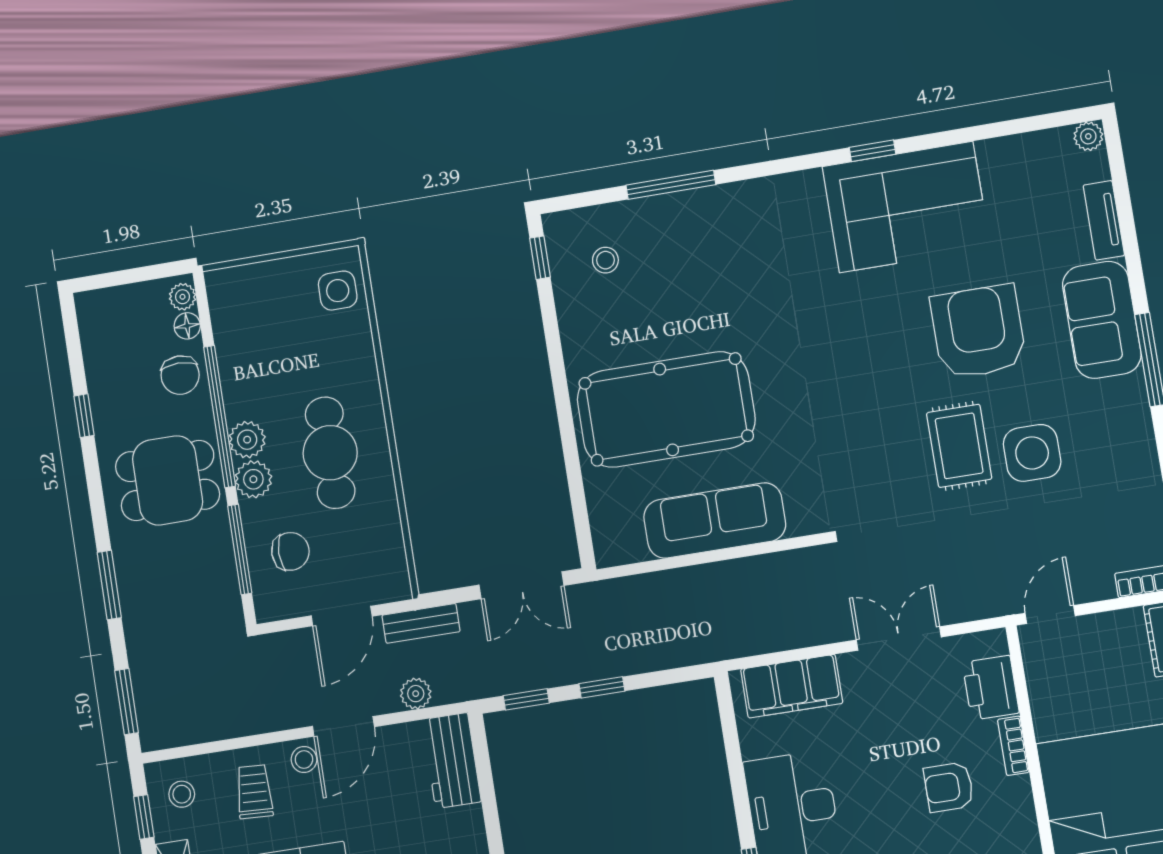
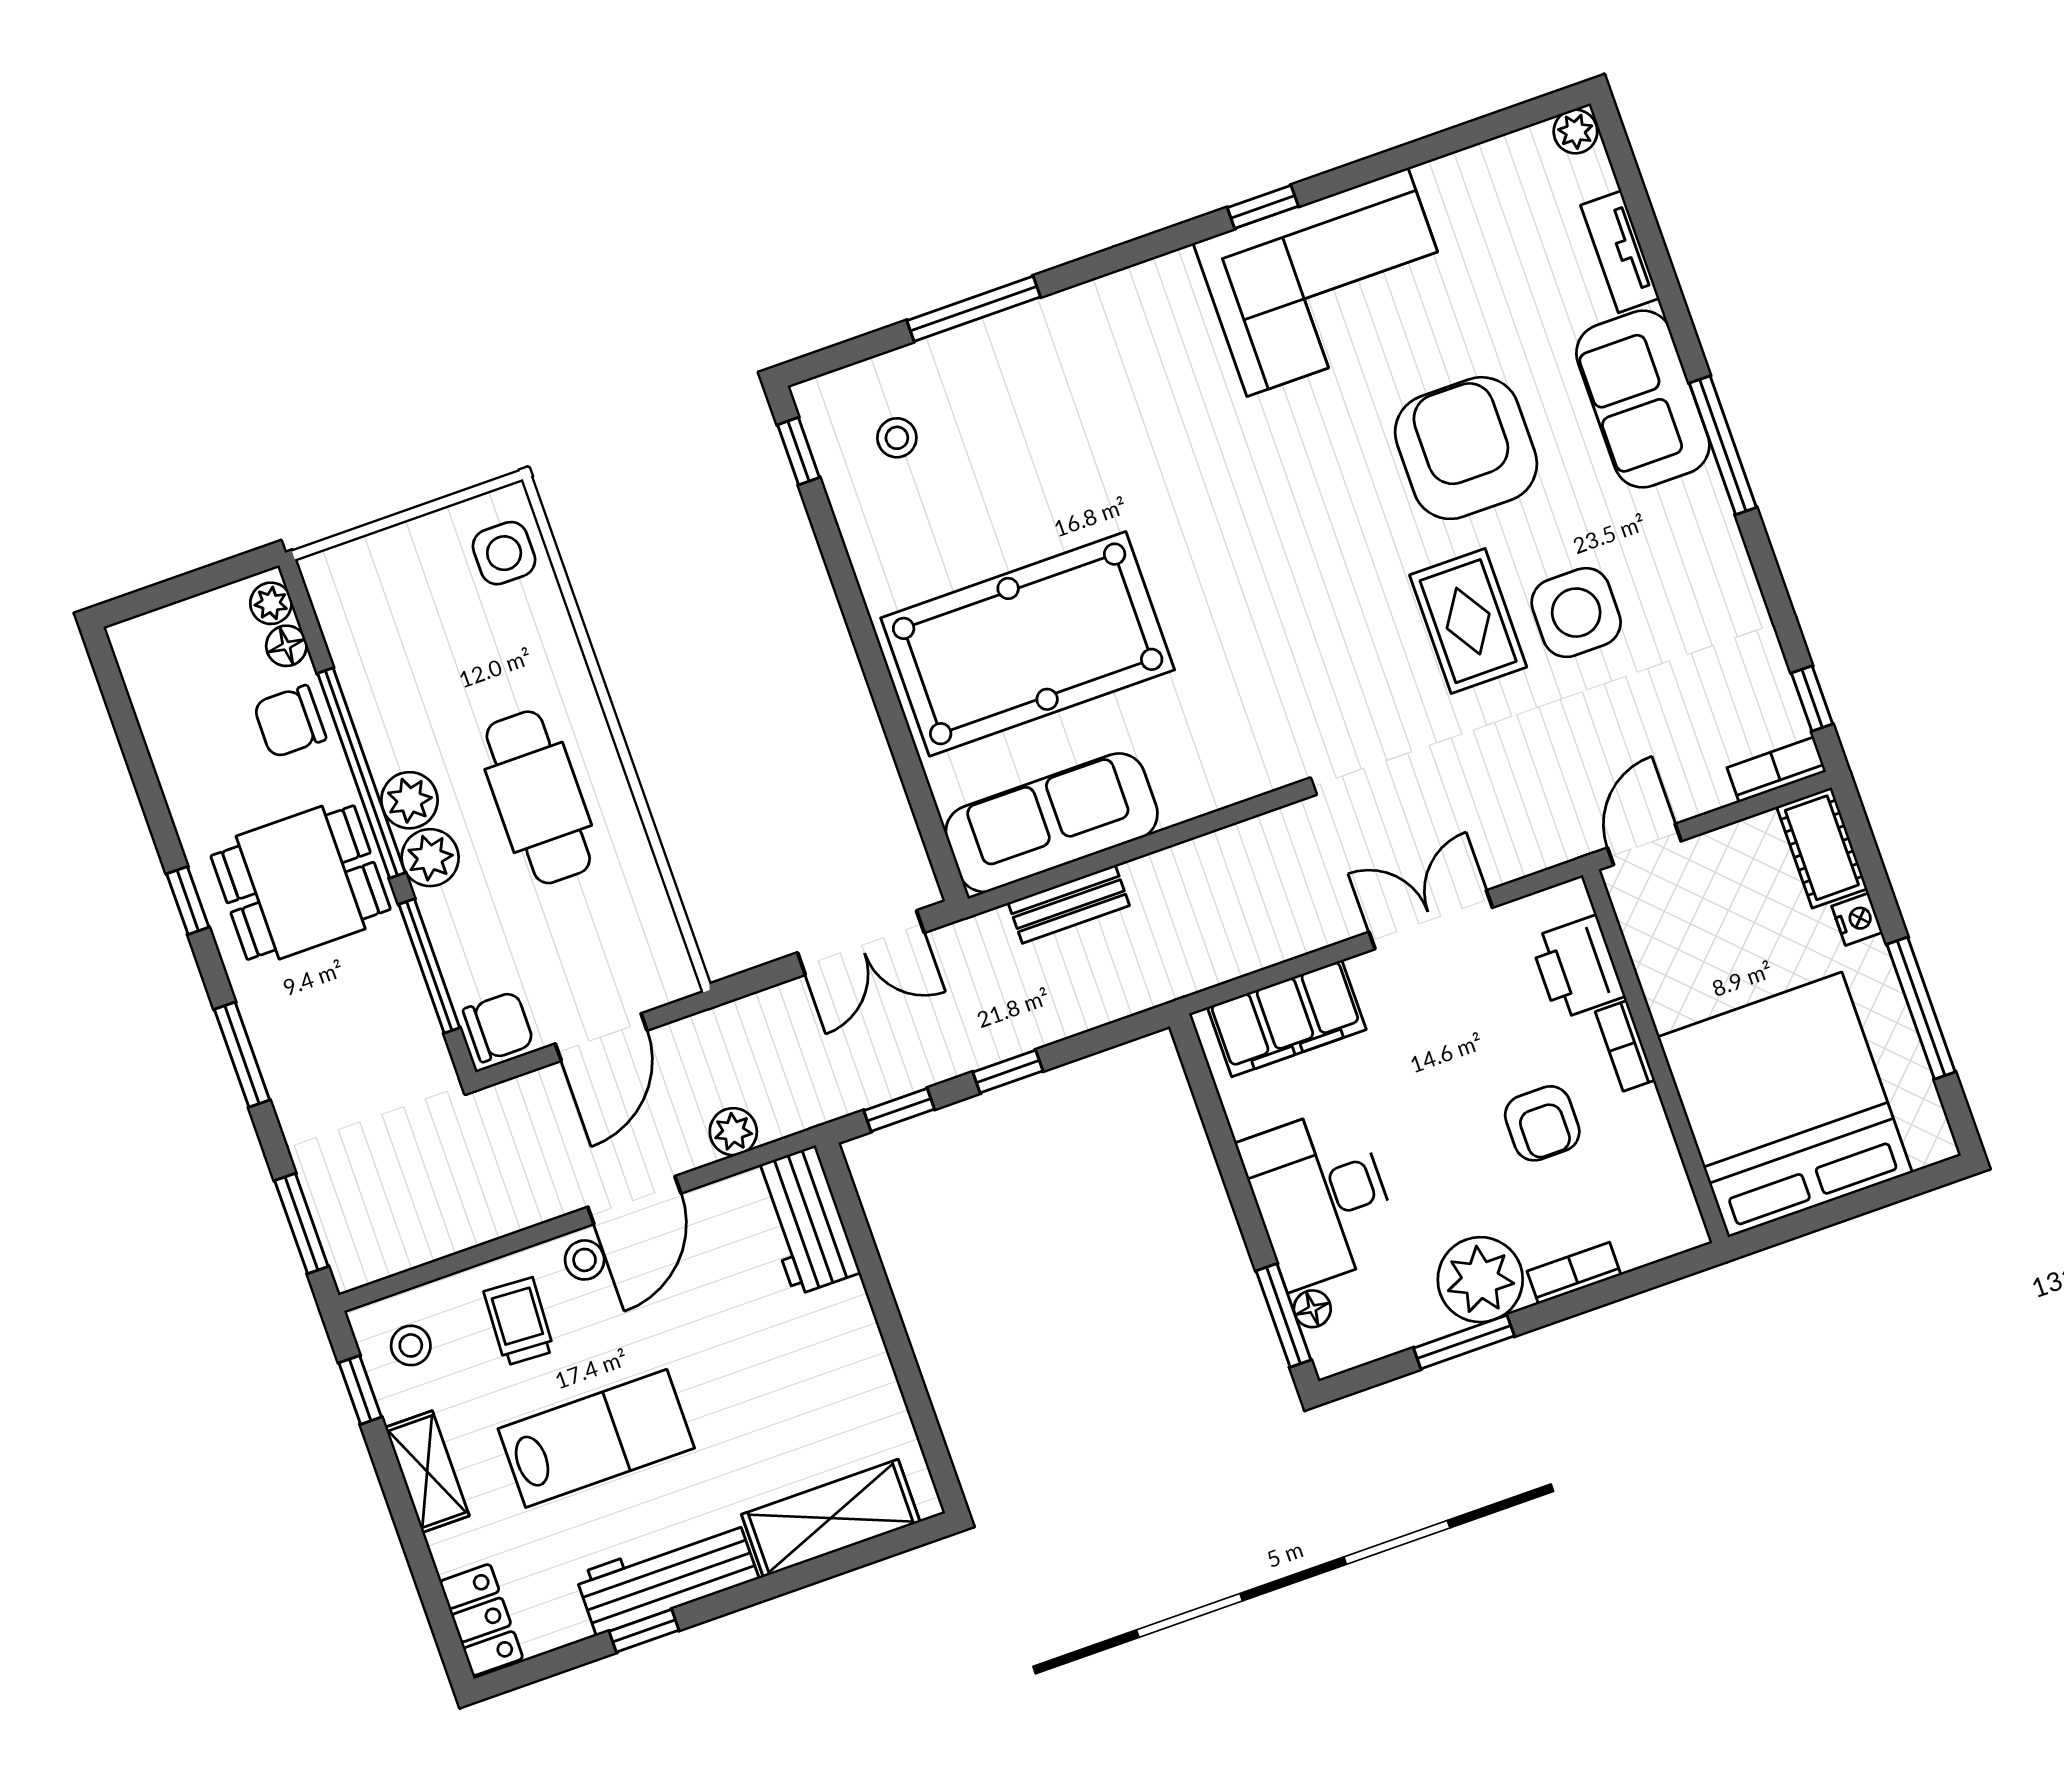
chair: (180, 375) -> (290, 722), turned 90
window: (84, 416) -> (188, 900), moved
sofa: (715, 520) -> (1052, 823), moved
chair: (290, 551) -> (499, 1027), moved
bench: (421, 623) -> (1069, 904), moved
armchair: (949, 787) -> (1542, 1123), turned -90

